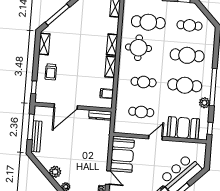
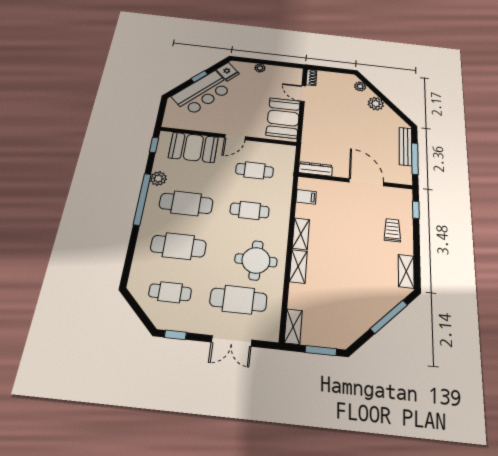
door: (66, 106) -> (366, 182), hinge flipped

